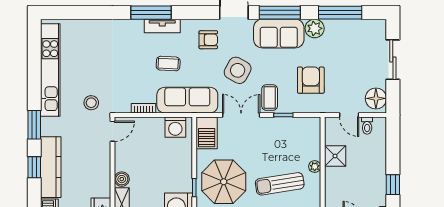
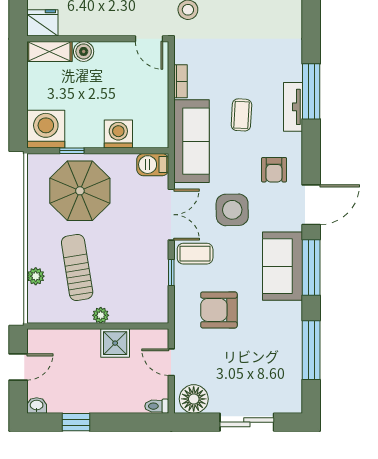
plant: (315, 28) -> (289, 315), removed
side table: (238, 70) -> (232, 210), turned -30
armchair: (311, 80) -> (219, 310), turned 180
door: (349, 115) -> (171, 362), hinge flipped
toilet: (367, 126) -> (157, 406), moved
washing machine: (175, 127) -> (118, 134), moved, turned 90
barbecue: (207, 133) -> (153, 165), width x0.73, depth x0.79

